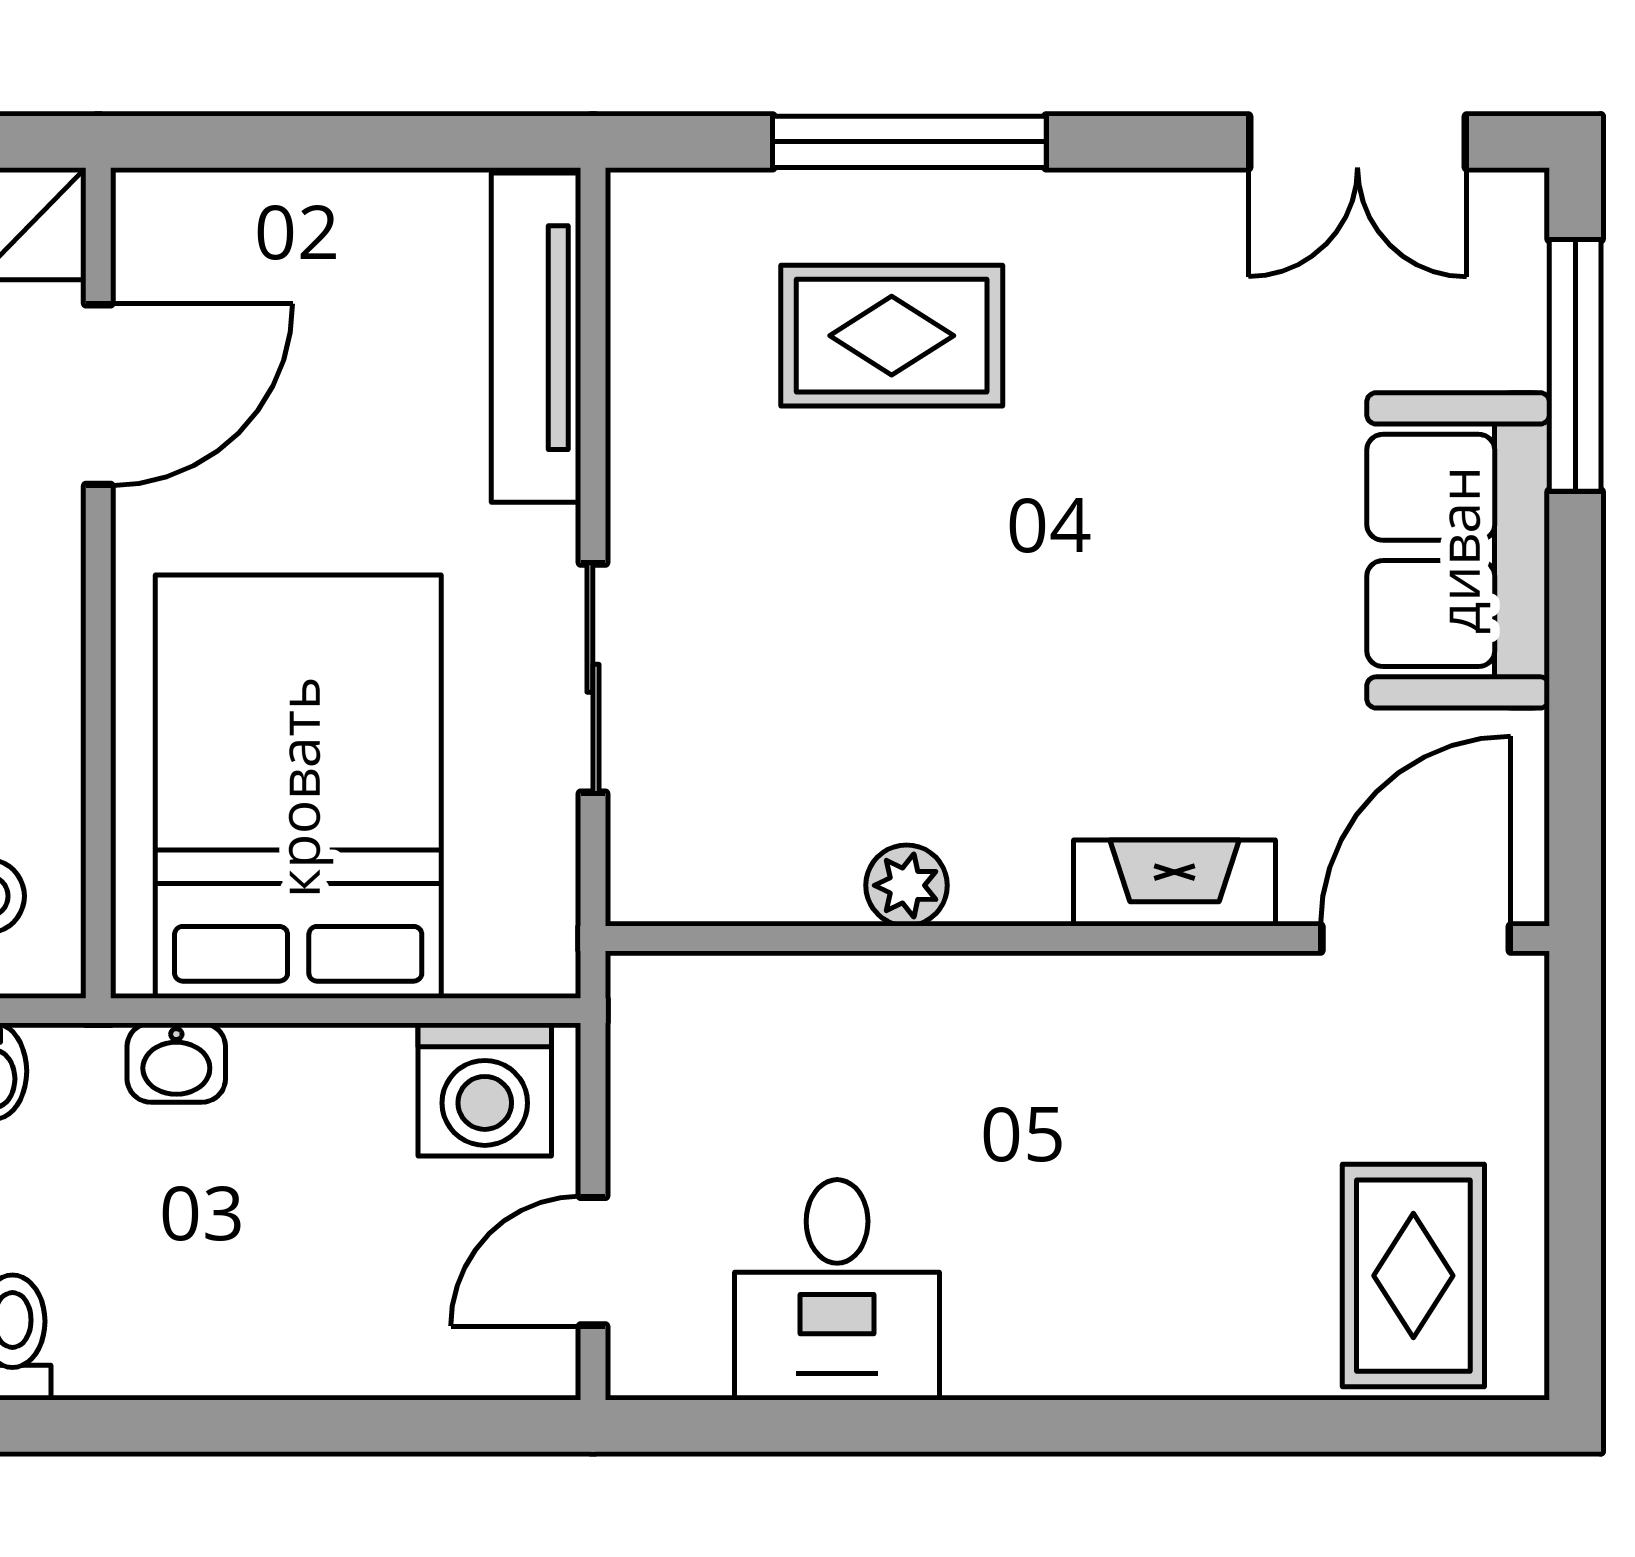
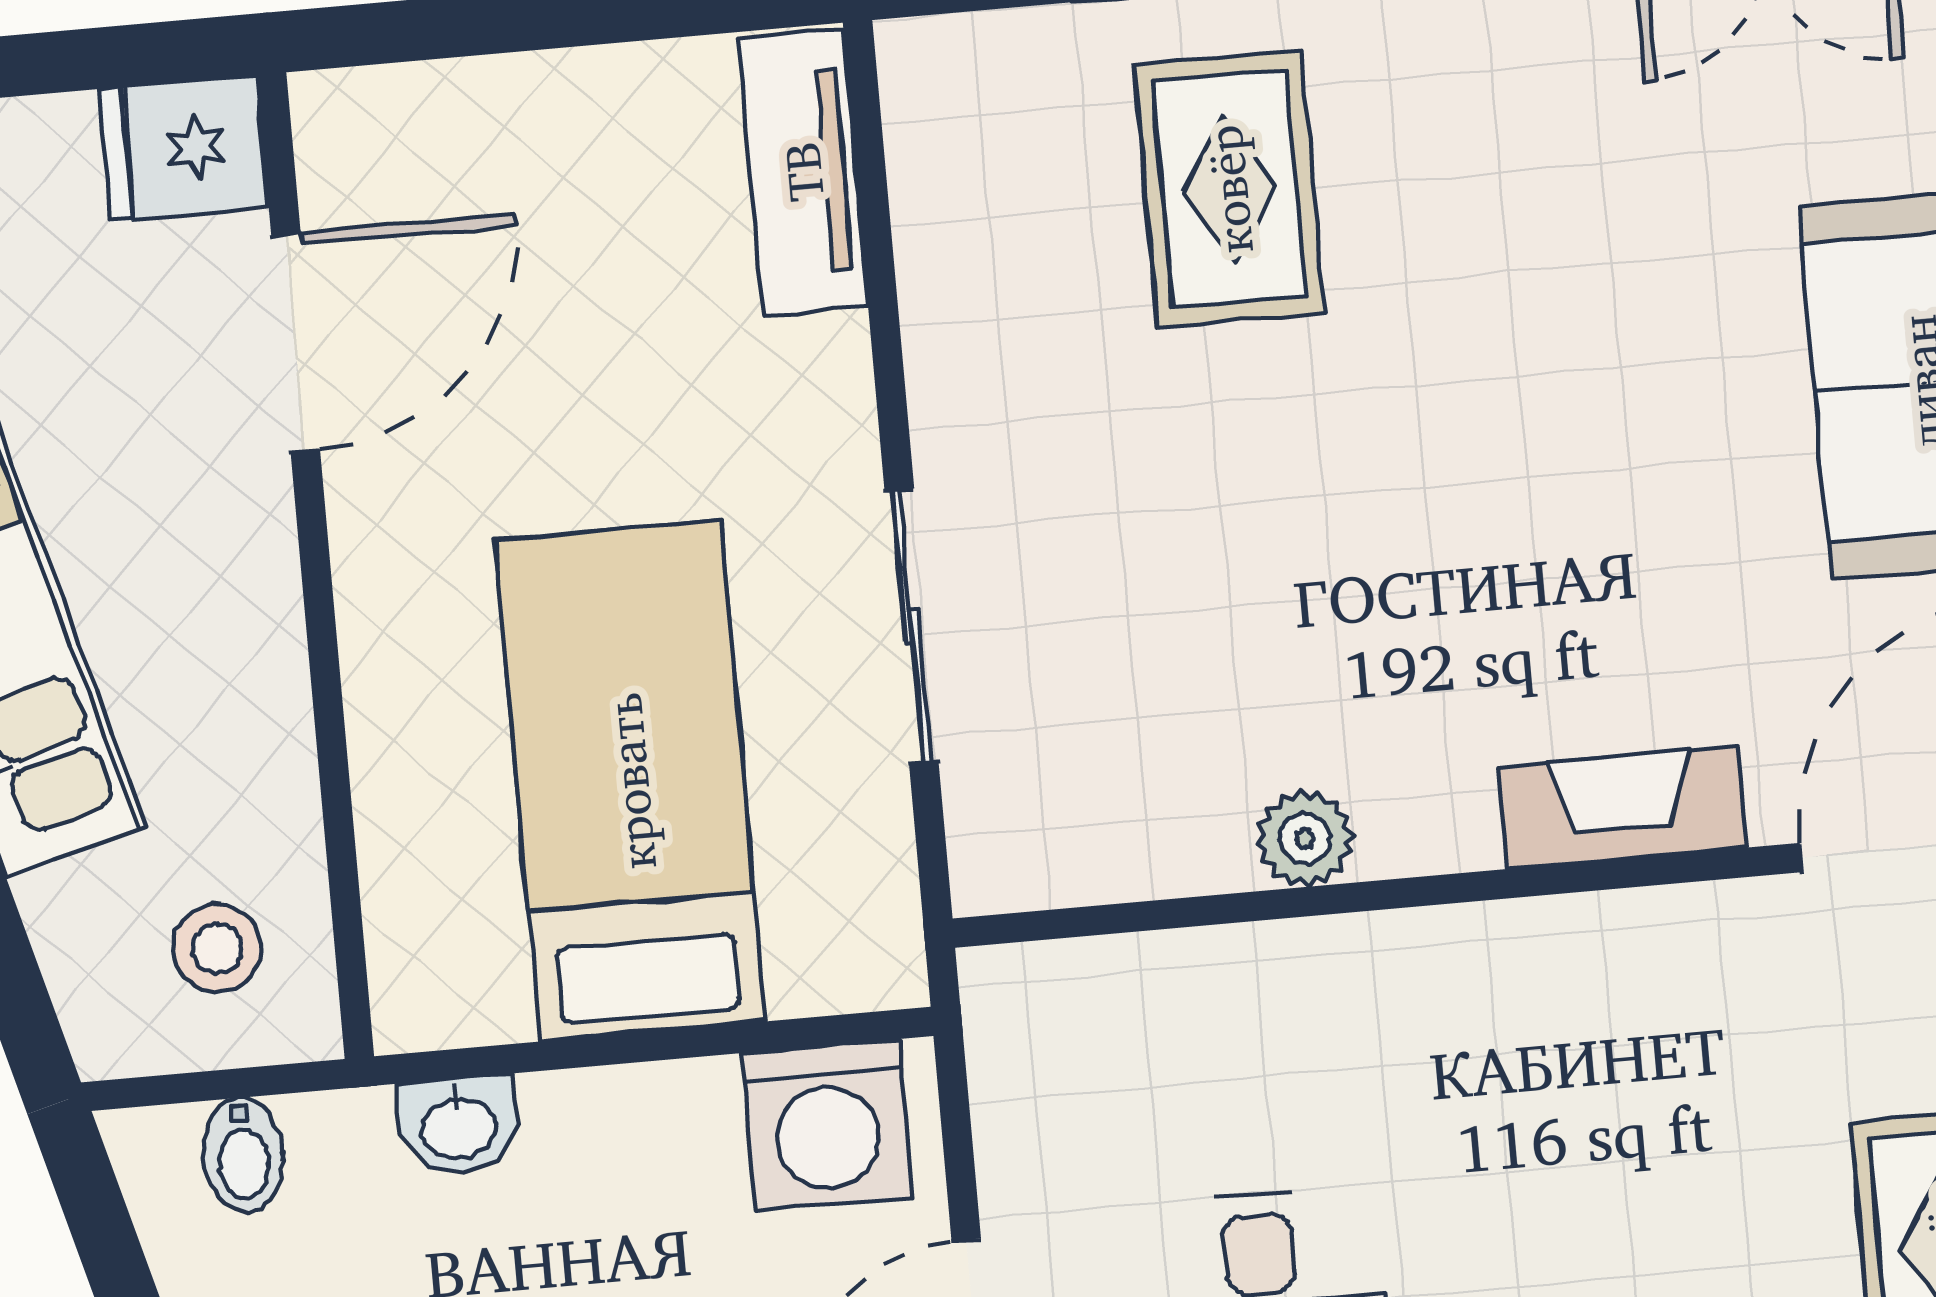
rug: (892, 336) -> (1229, 189), turned 90
tv unit: (536, 338) -> (803, 172), width x0.71
bed: (298, 787) -> (630, 781), width x0.67

